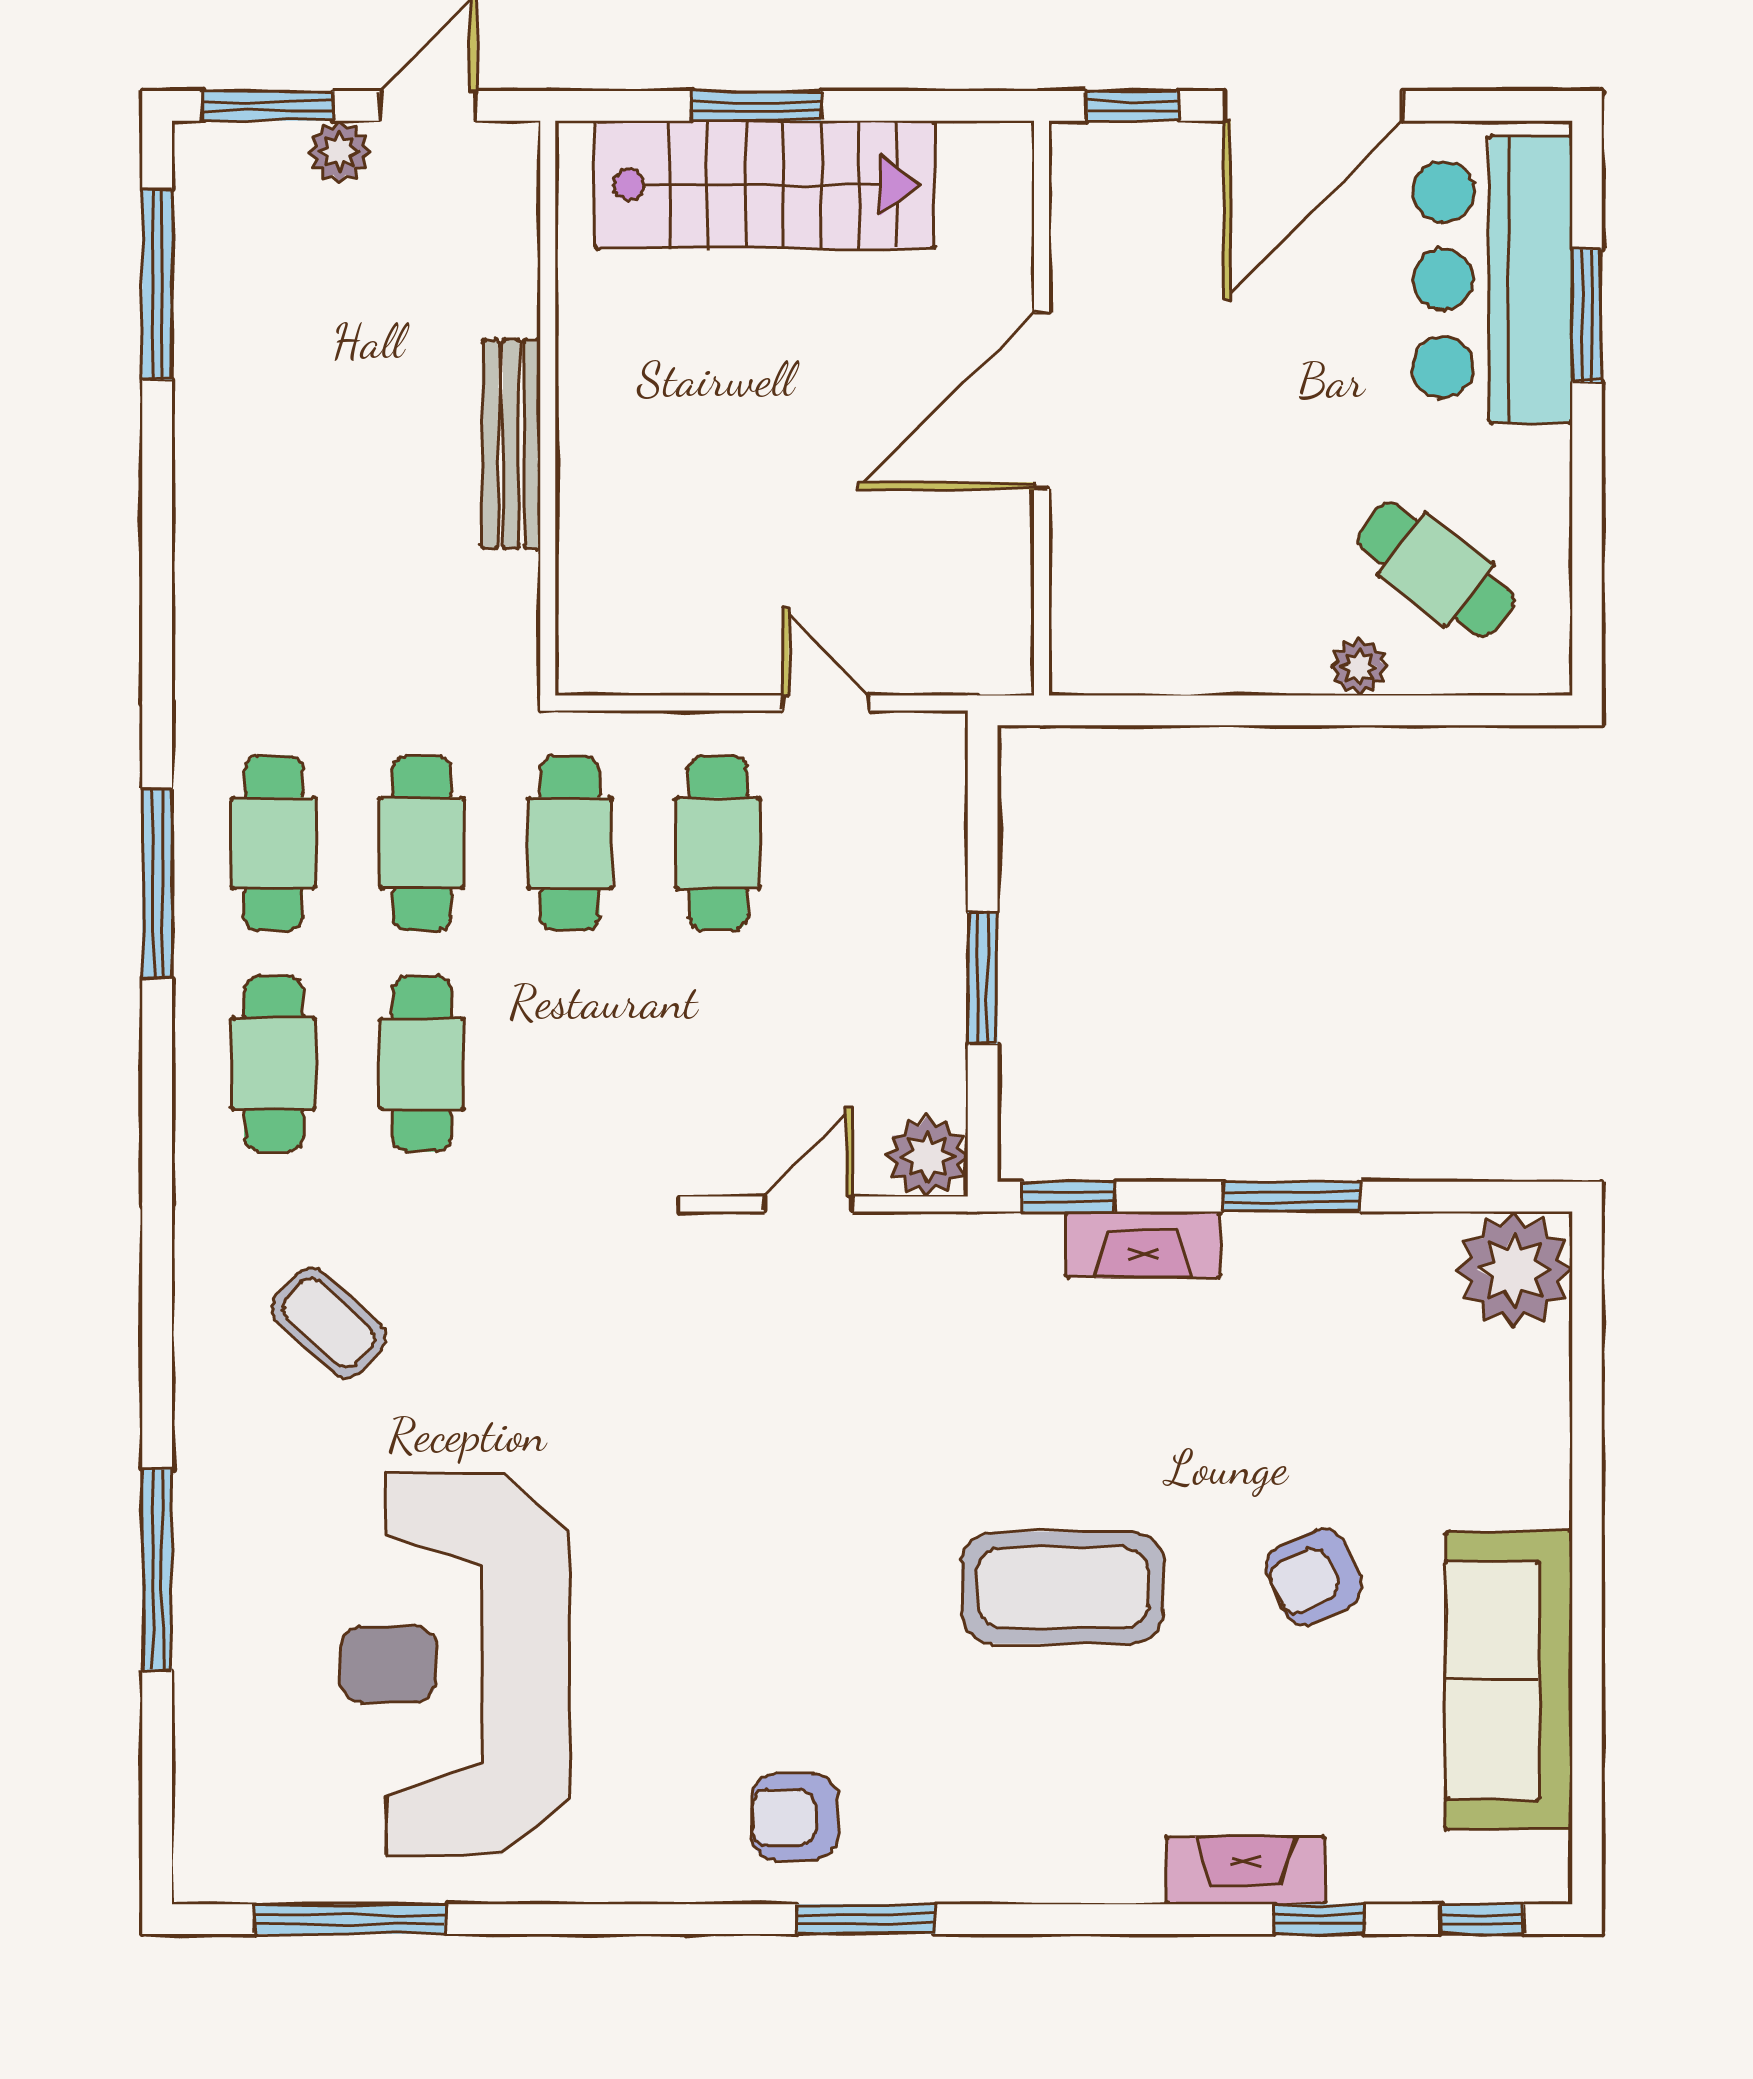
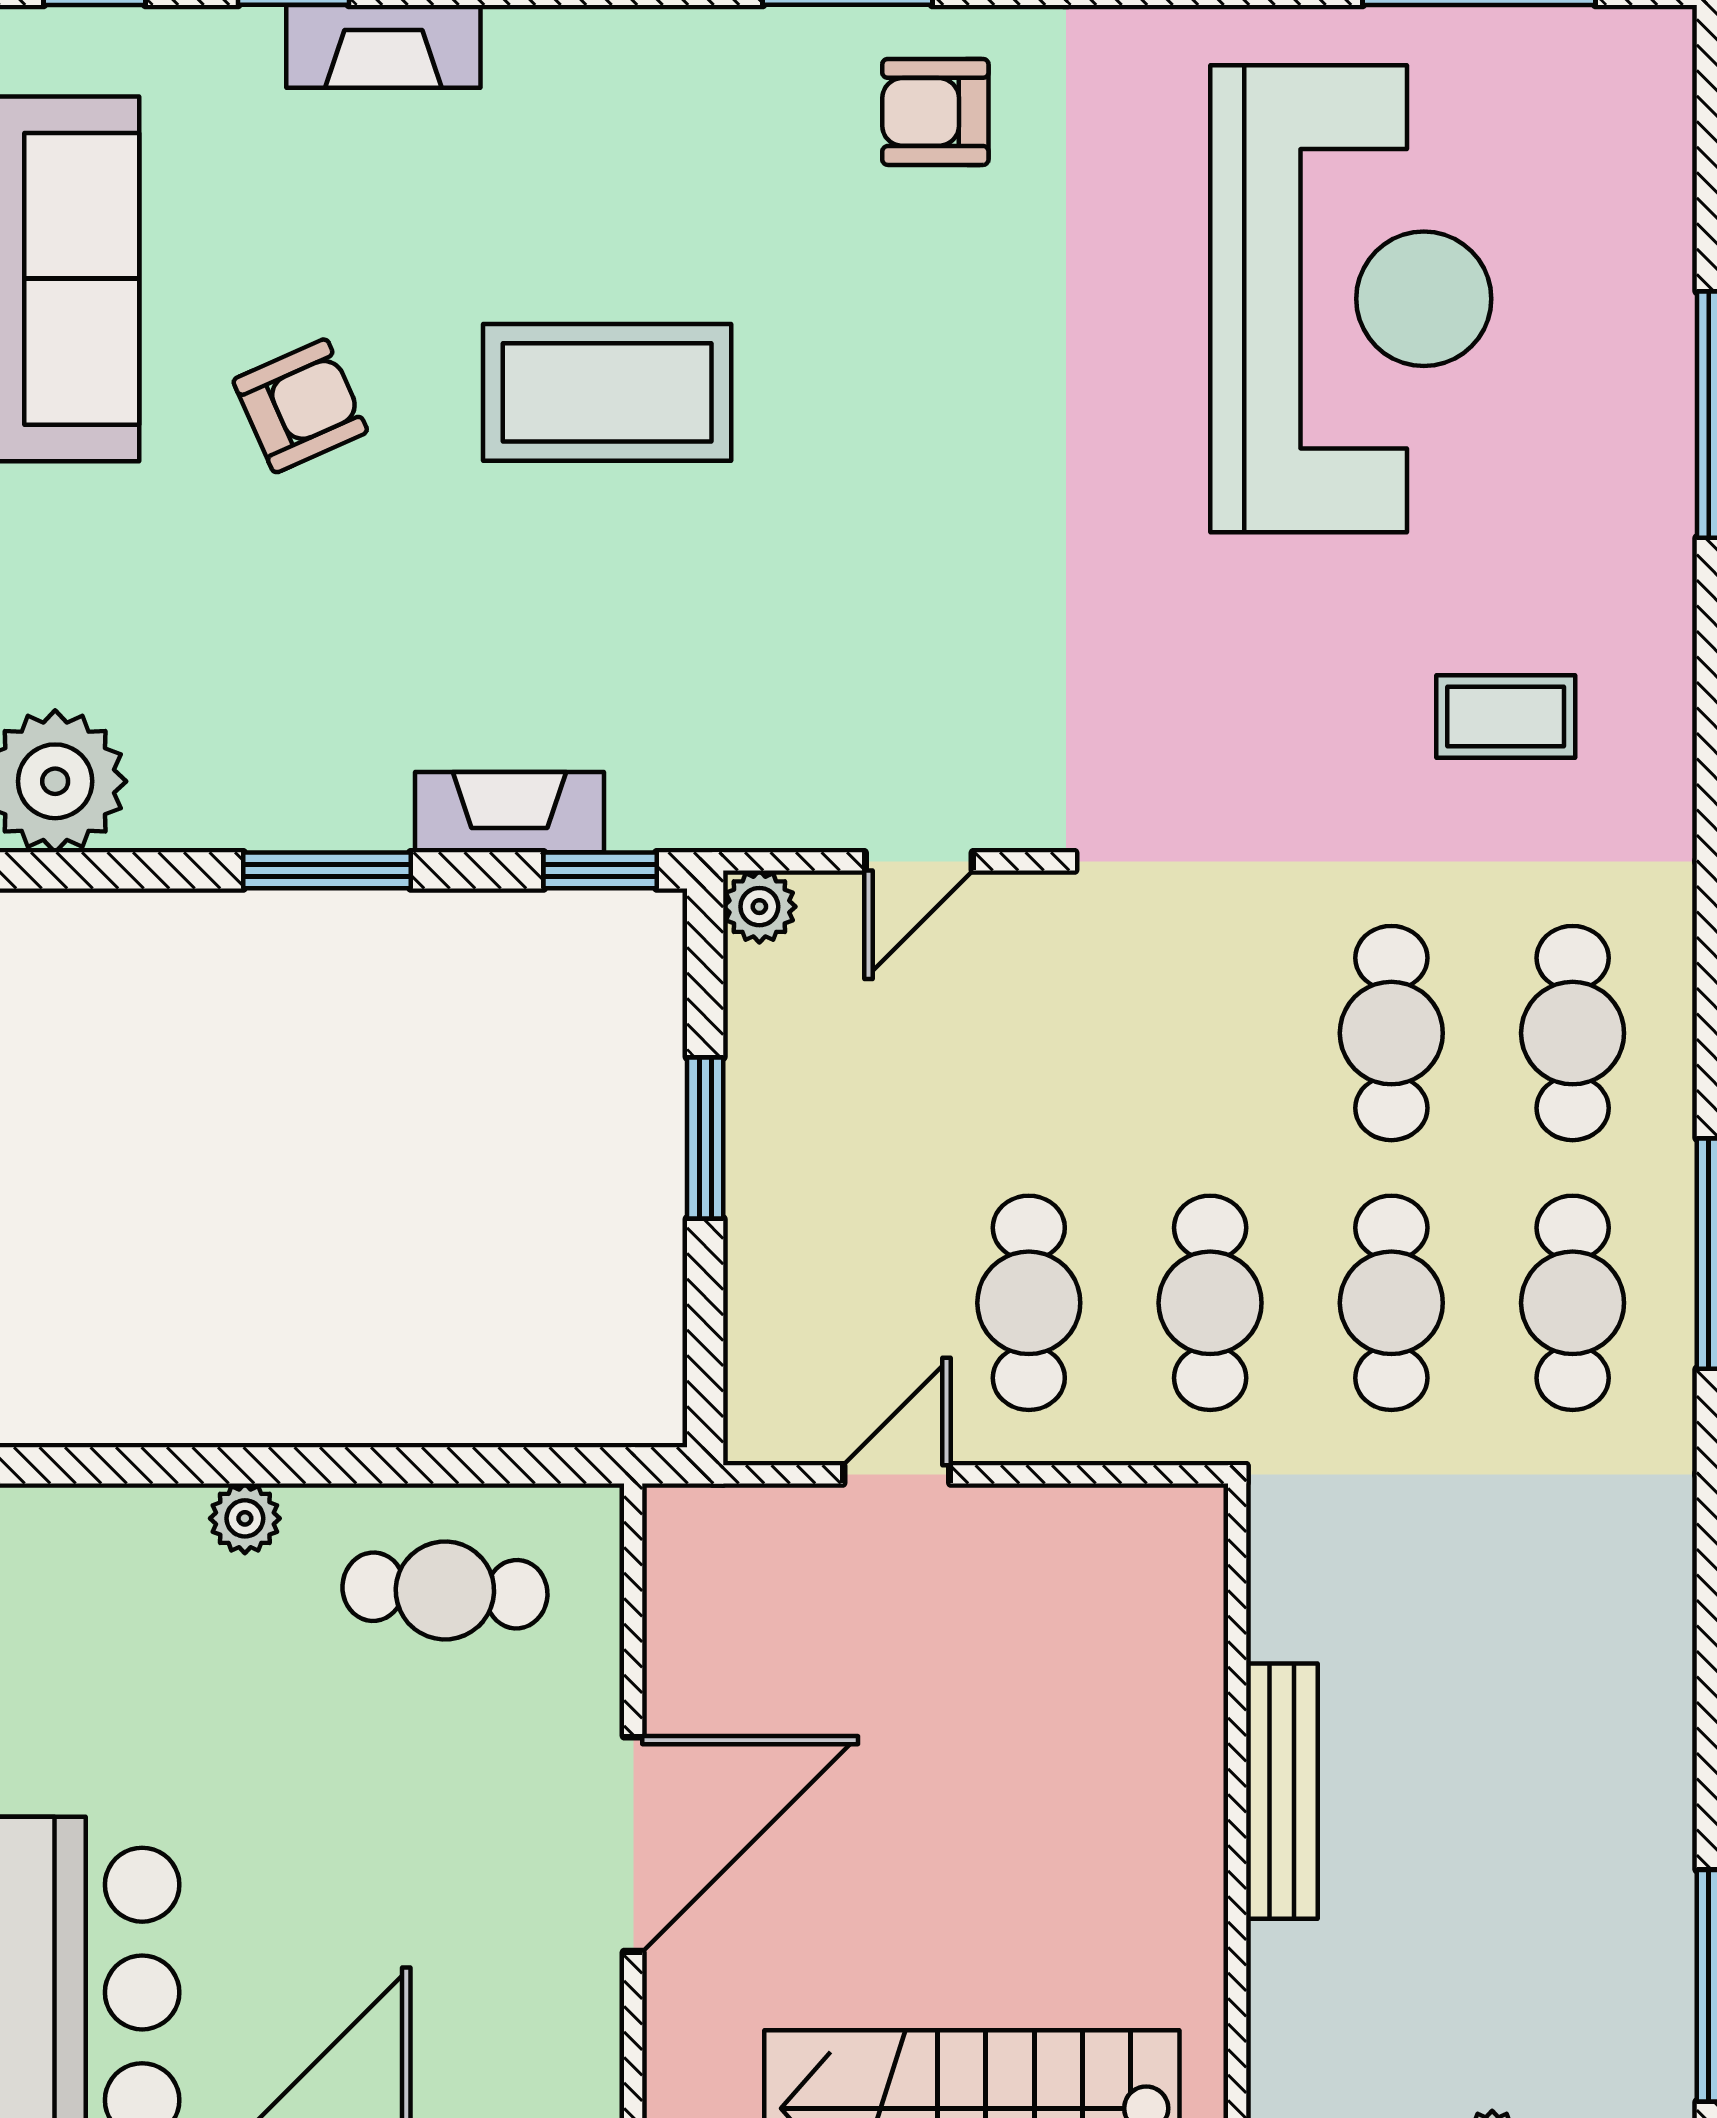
cafe table: (1436, 569) -> (445, 1590), moved, turned -34
door: (826, 703) -> (897, 1474), swing flipped
plant: (927, 1156) -> (759, 907), width x0.73, depth x0.73
coffee table: (328, 1323) -> (1506, 716), turned -42
armchair: (794, 1817) -> (935, 112), turned 180

